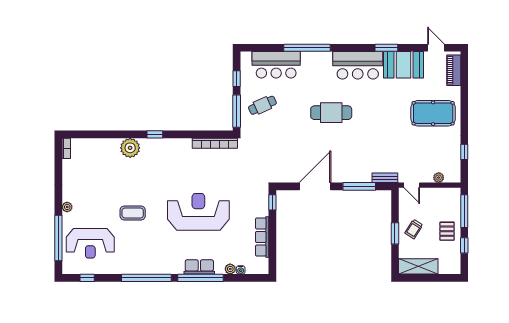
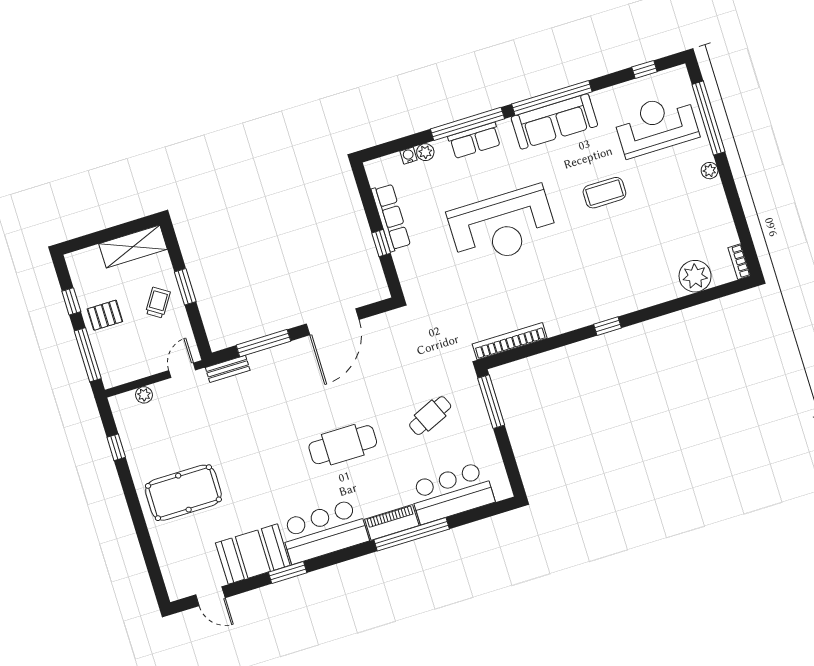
piano: (454, 70) -> (392, 522), moved, turned -90
window: (237, 79) -> (507, 452), removed
cafe table: (262, 105) -> (430, 416), moved
plant: (130, 148) -> (695, 276), moved
door: (412, 185) -> (182, 370), hinge flipped
window: (272, 202) -> (381, 243), moved
pallet: (447, 231) -> (105, 315), turned 90
sofa: (149, 264) -> (554, 121), added

